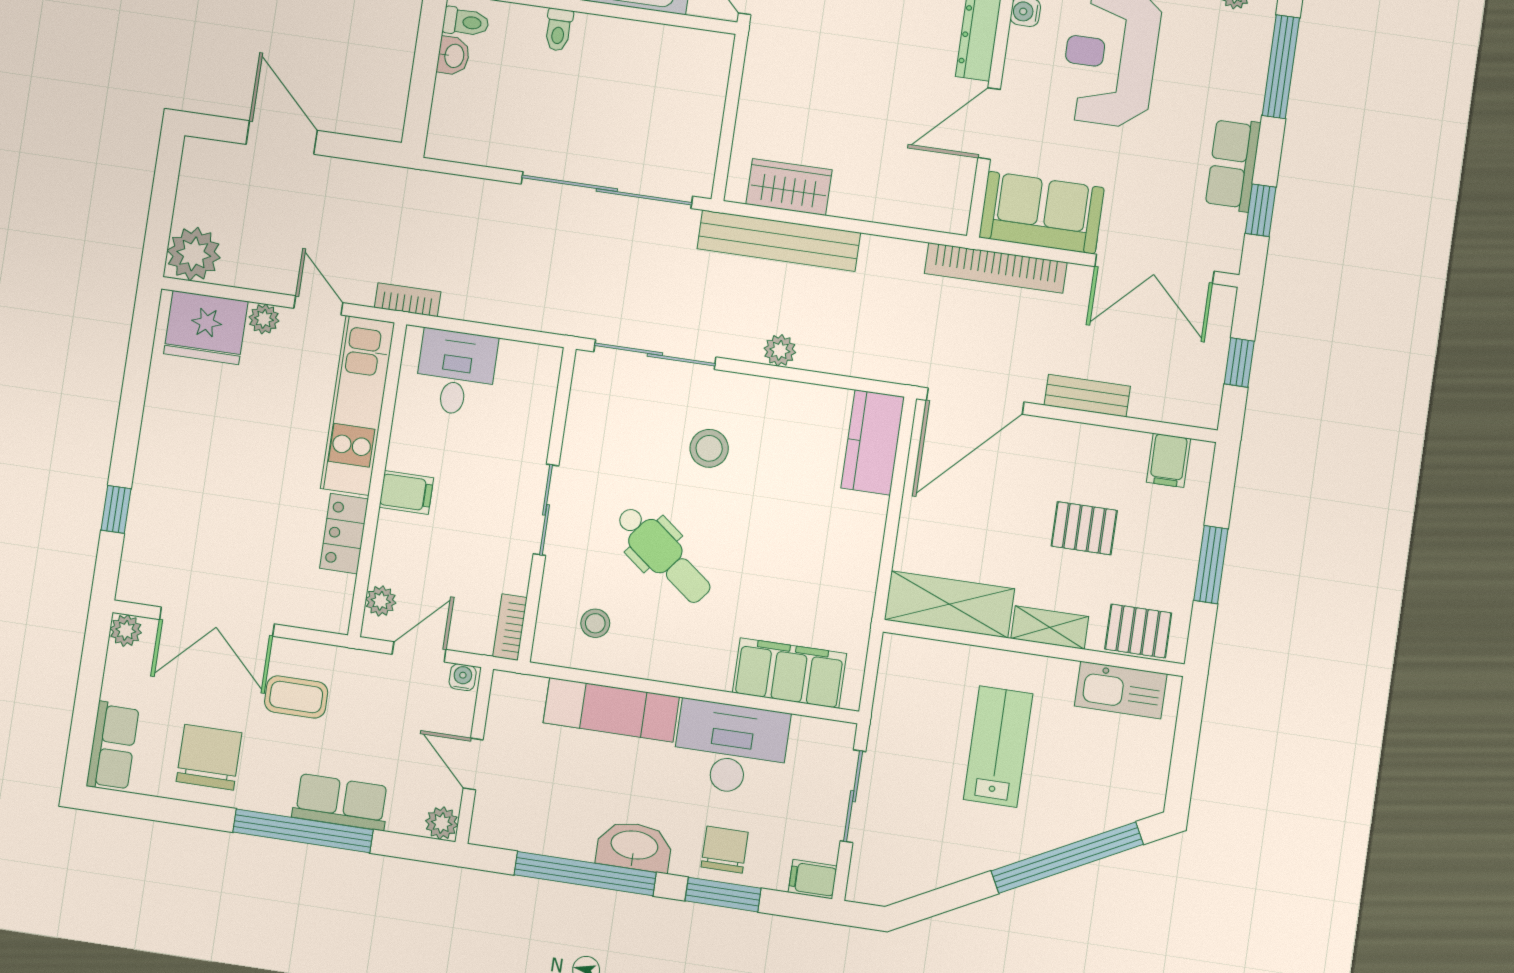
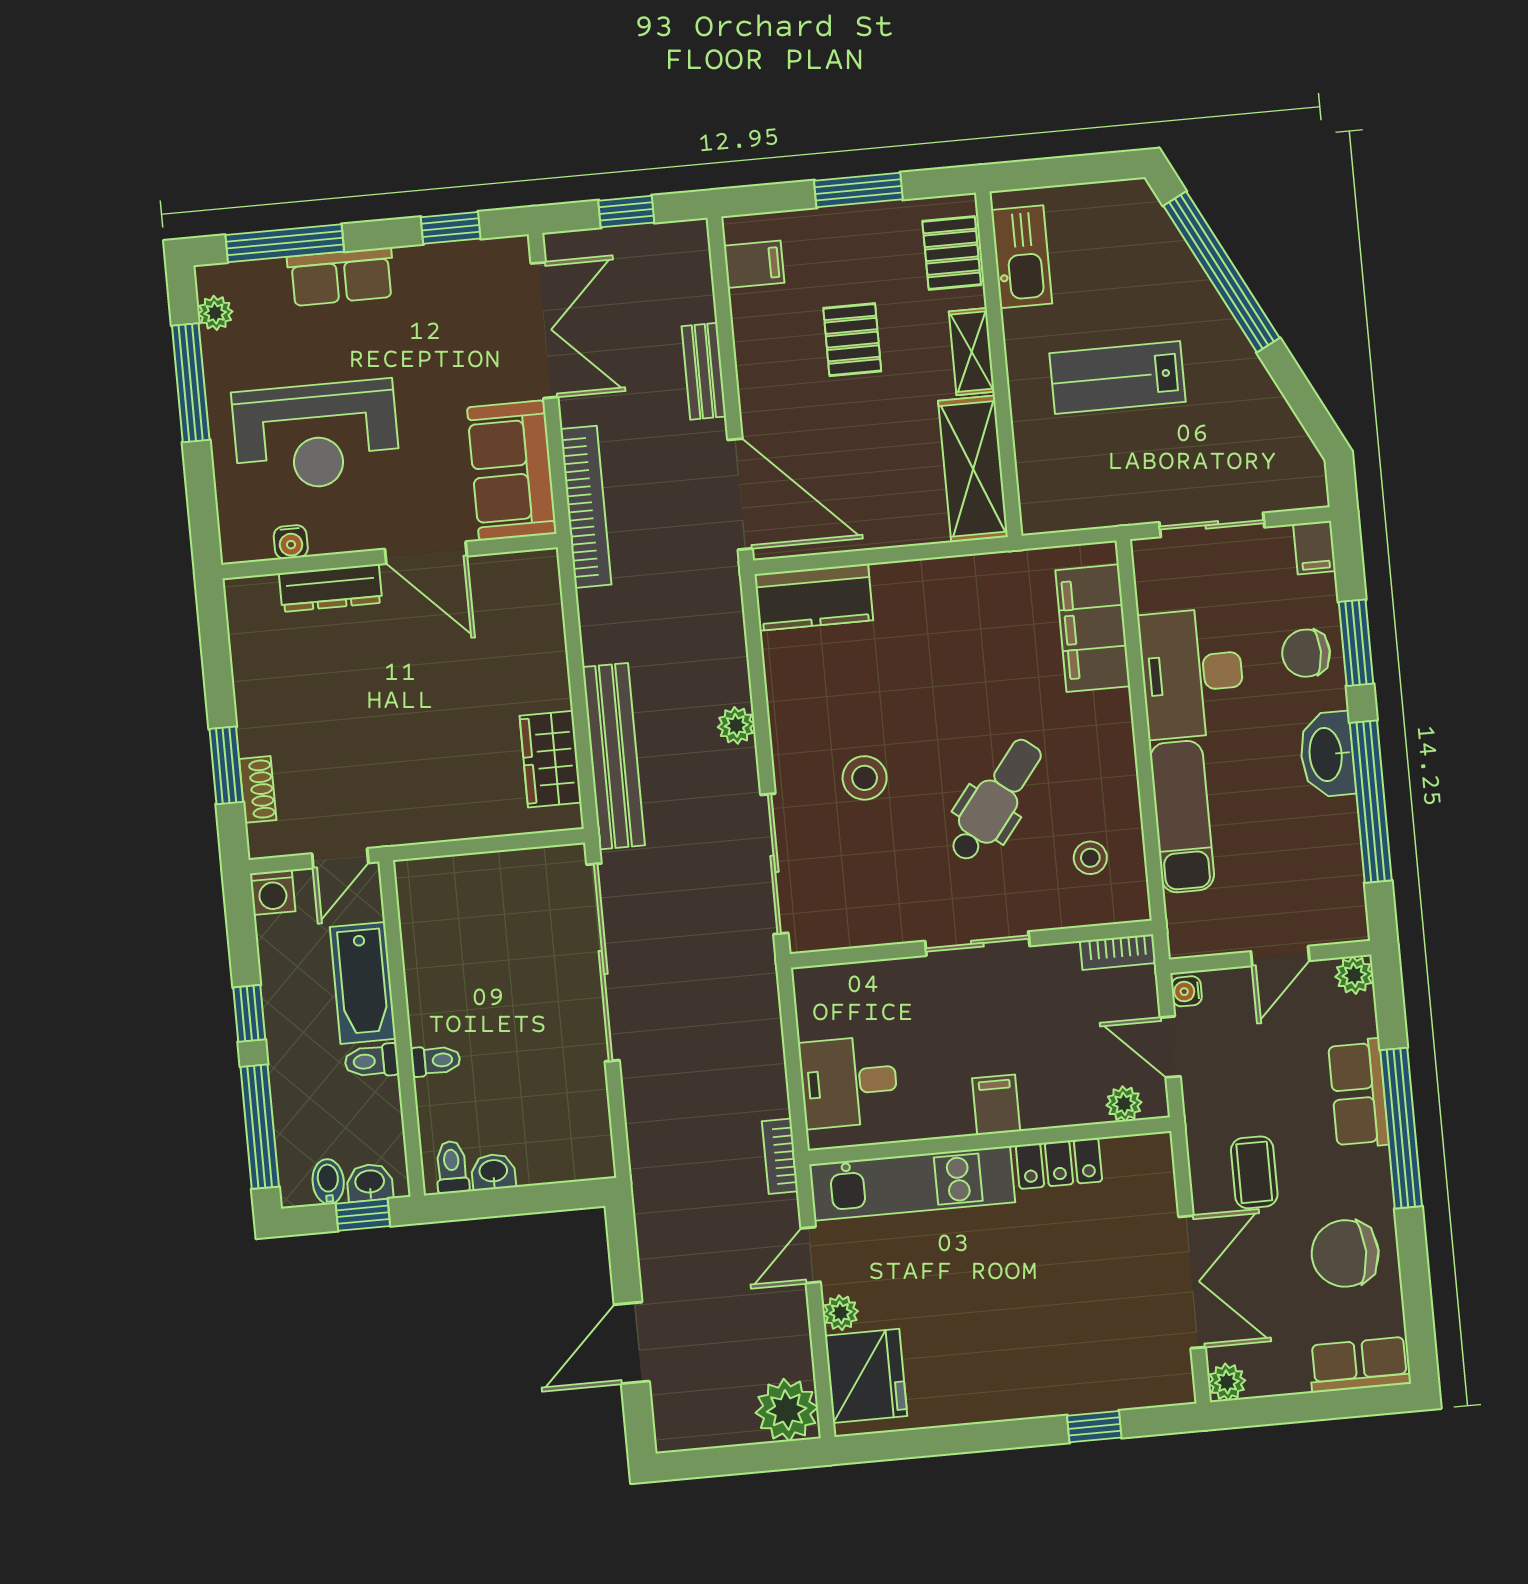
row of seats: (1233, 164) -> (341, 277), moved

